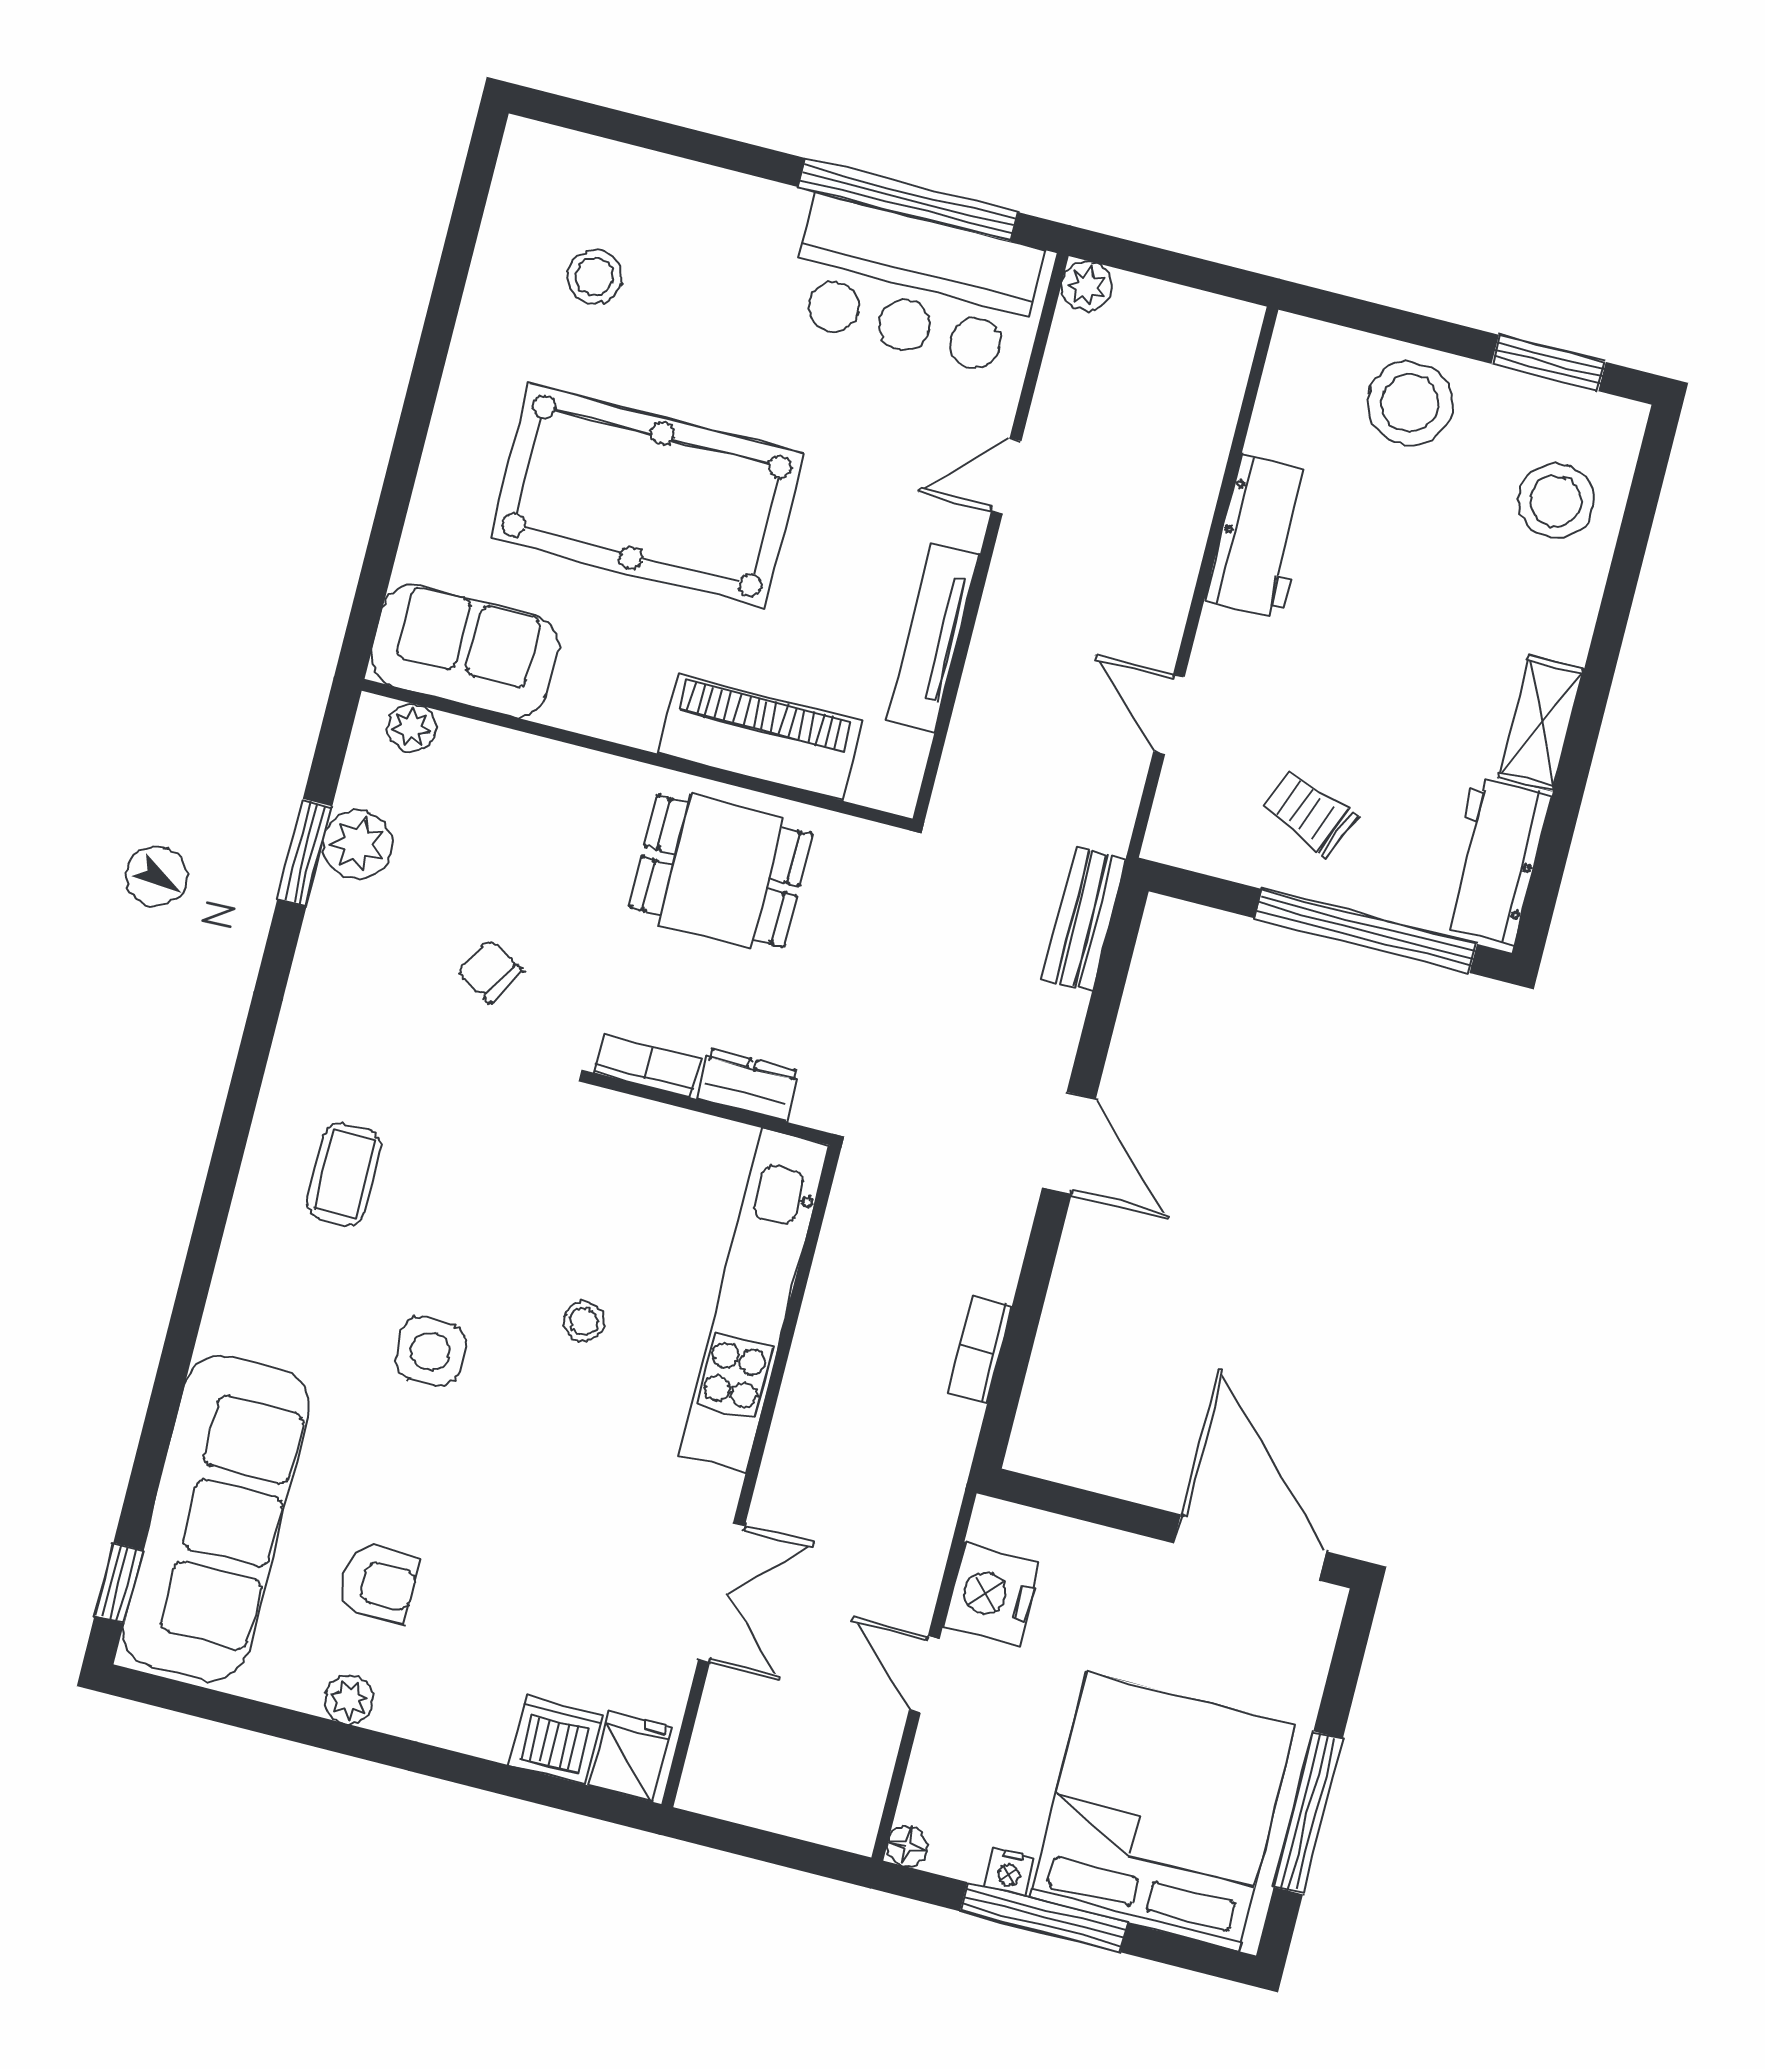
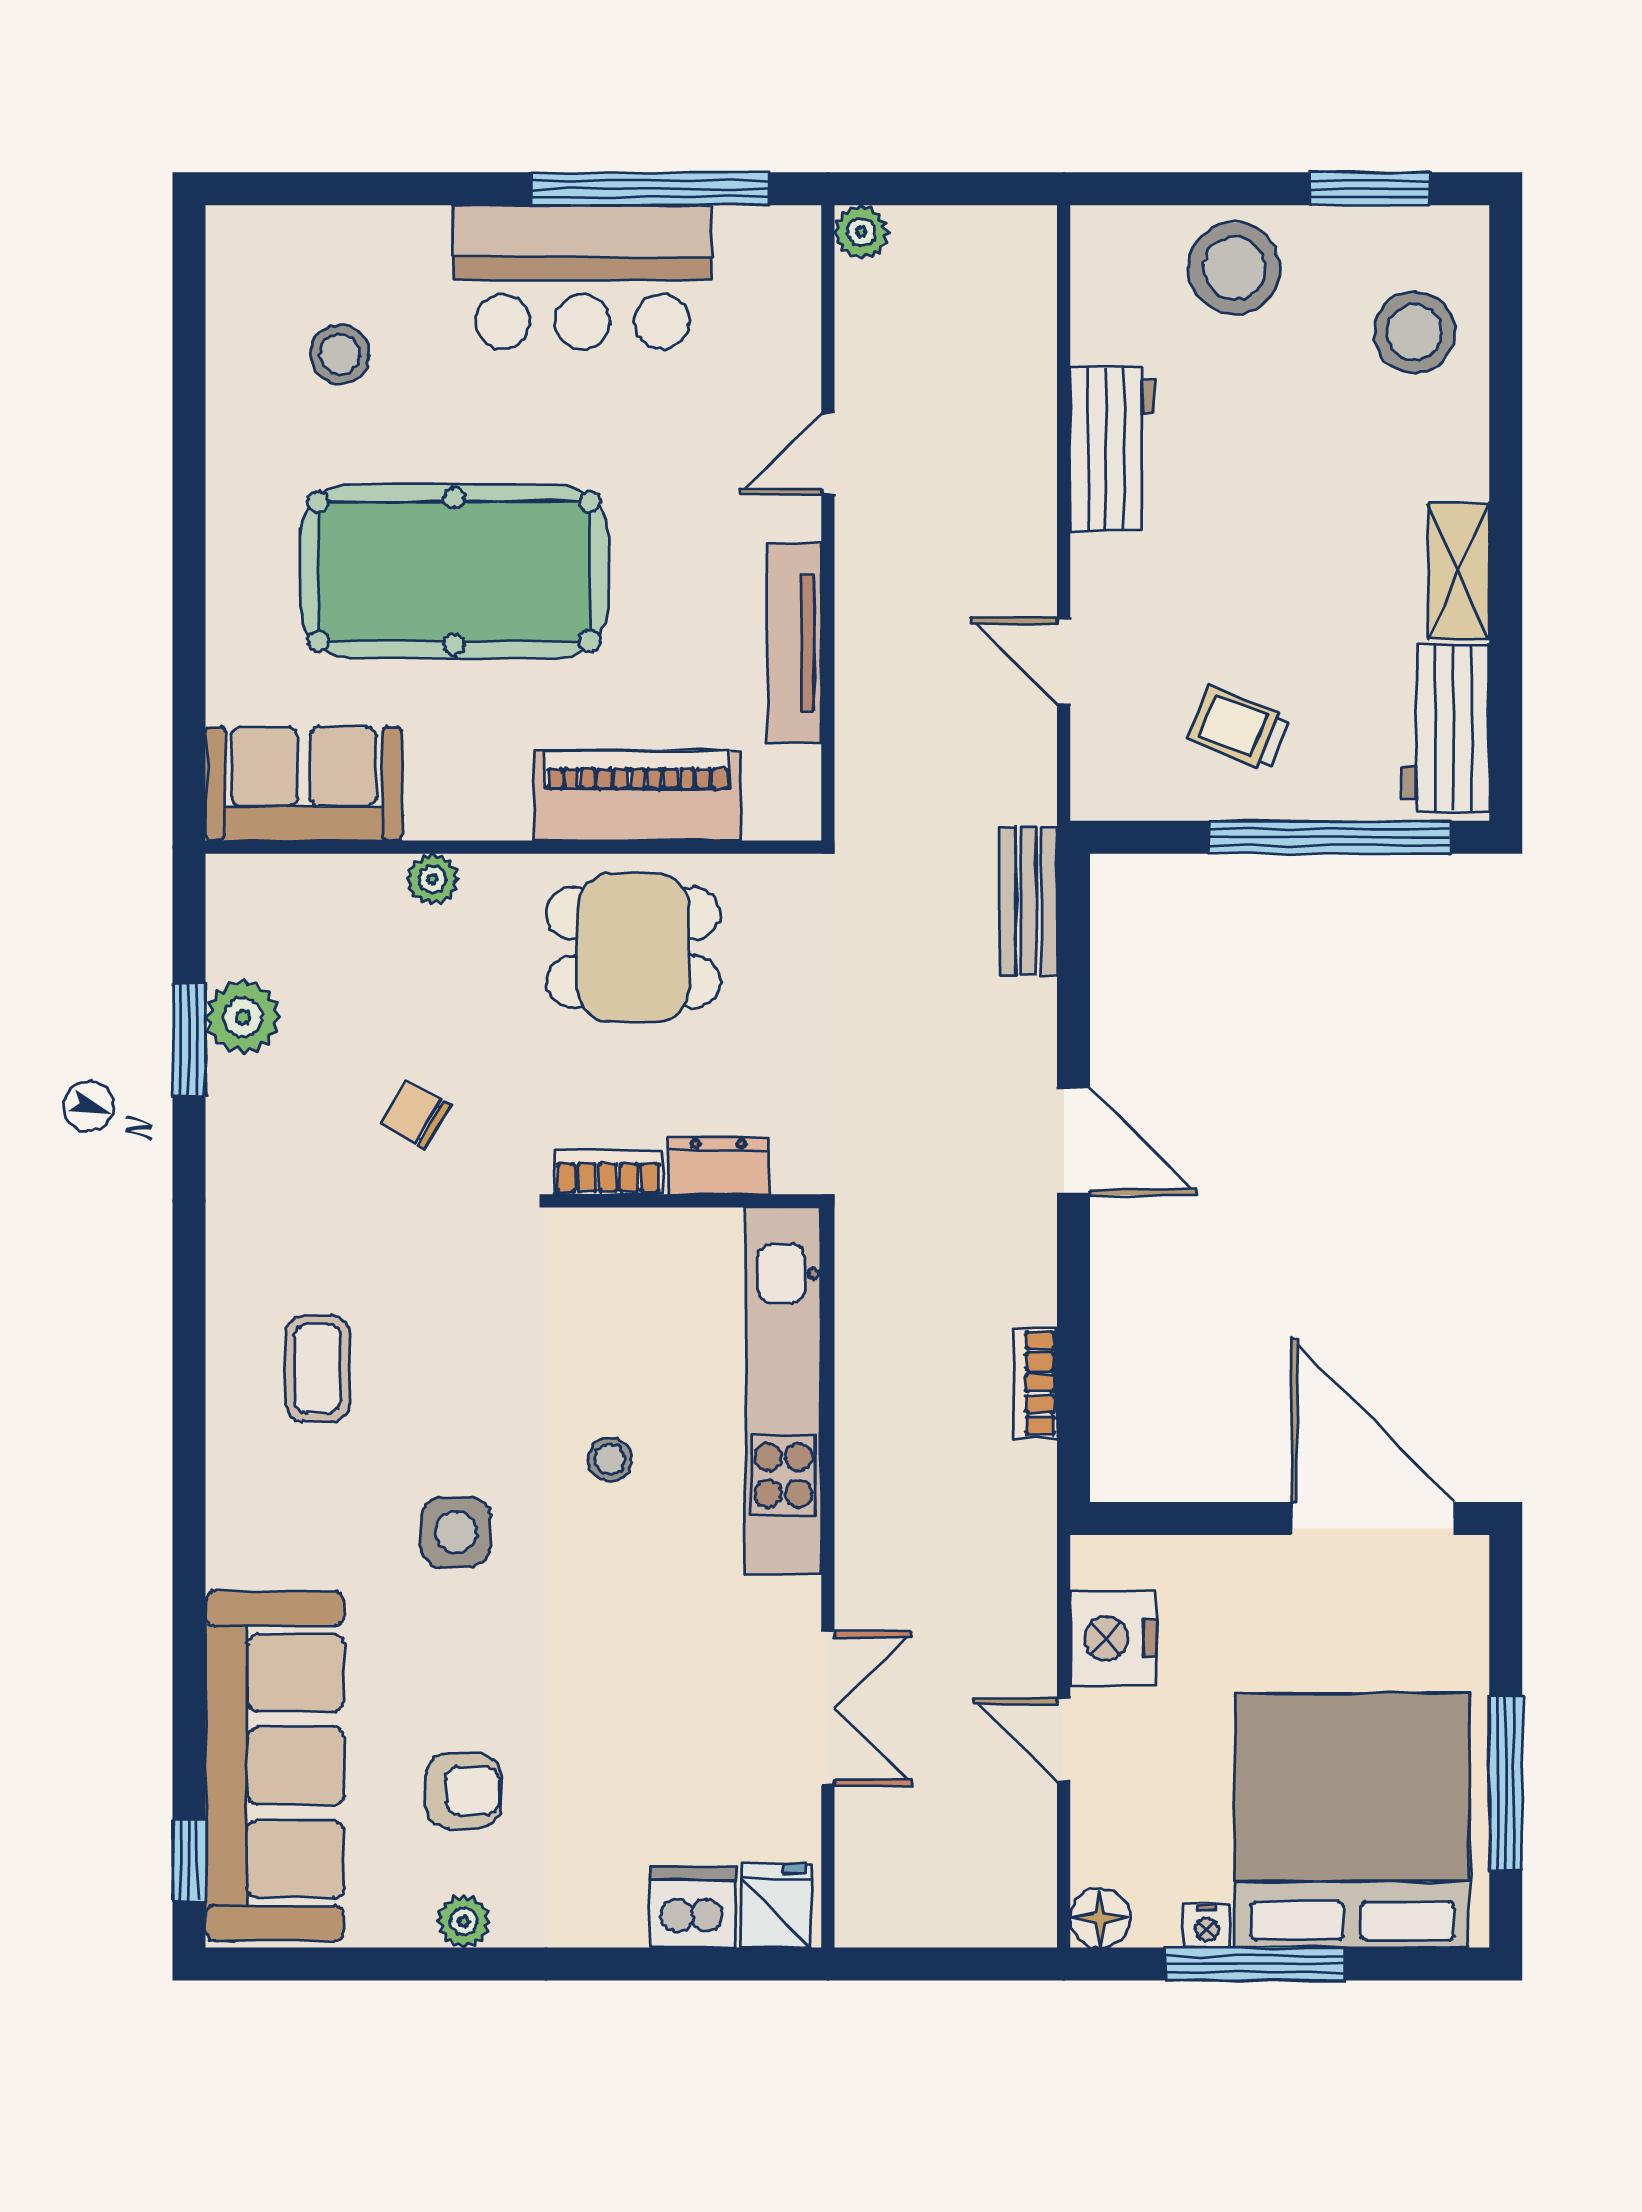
bar counter: (915, 285) -> (582, 277), moved
plant: (412, 728) -> (432, 879), moved
floor lamp: (907, 1846) -> (1100, 1918), width x1.37, depth x1.37

